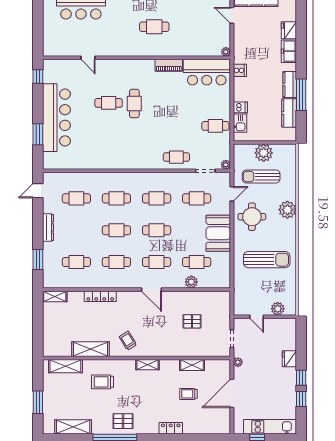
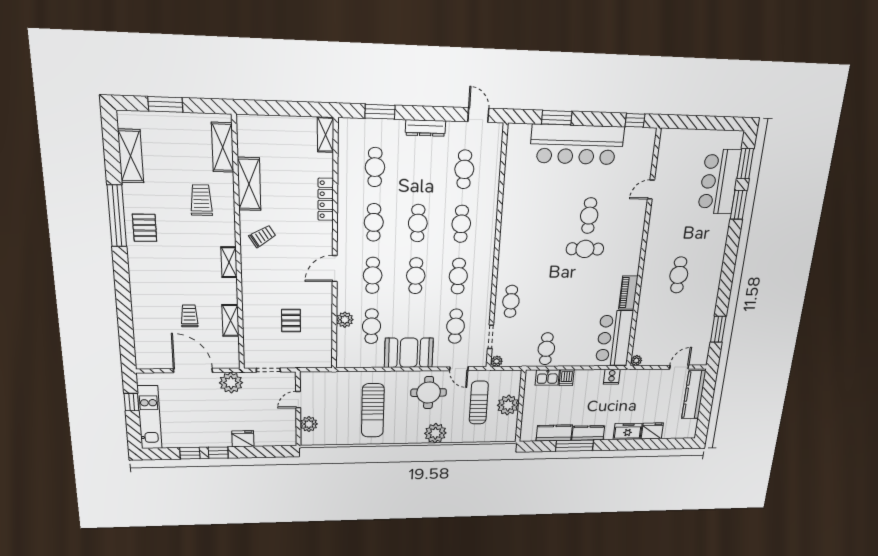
plant: (238, 362) -> (231, 383), width x1.88, depth x1.88
locker: (171, 428) -> (138, 293), removed

